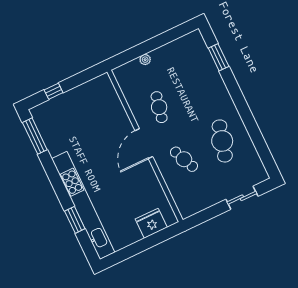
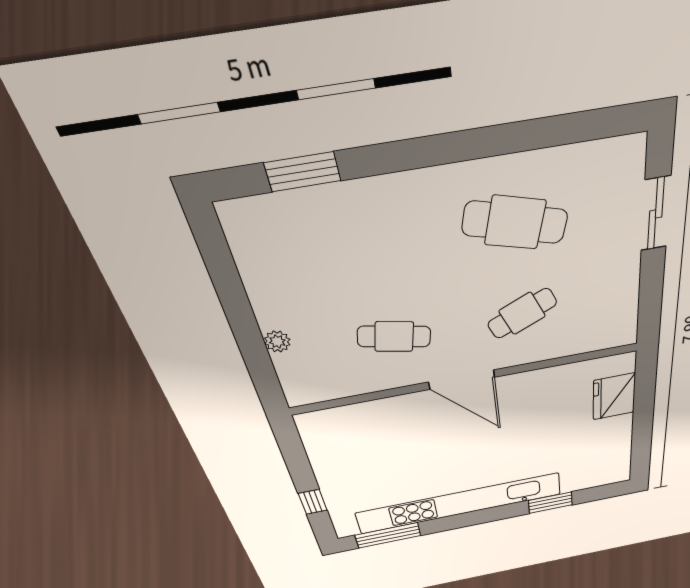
kitchen unit: (83, 205) -> (460, 503), moved

